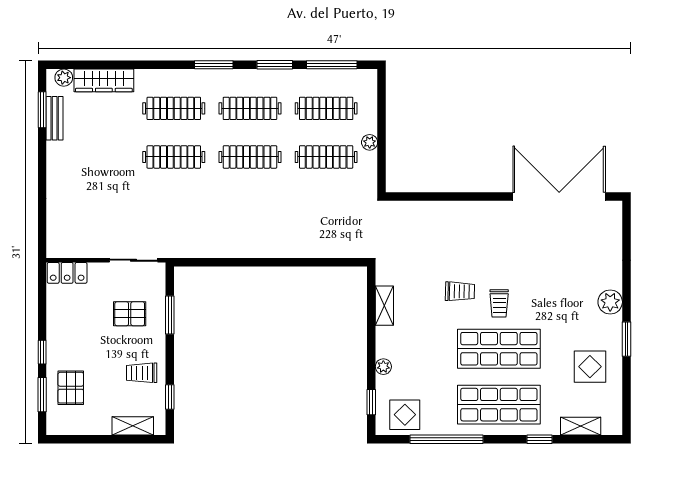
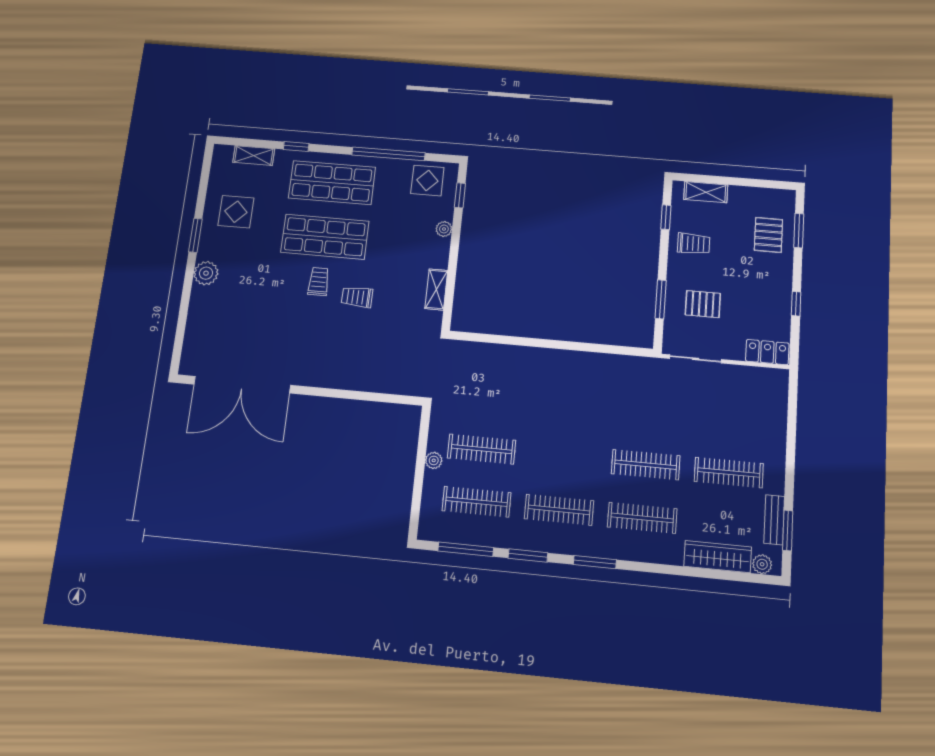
clothes rail: (250, 157) -> (729, 473), moved
window: (42, 352) -> (796, 304), moved

